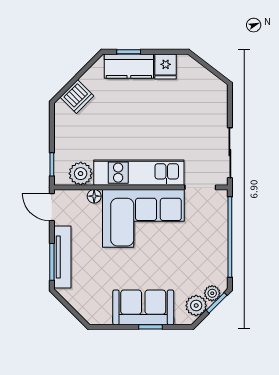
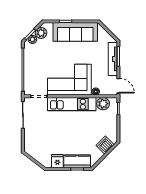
sofa: (143, 307) -> (75, 32), width x1.36

